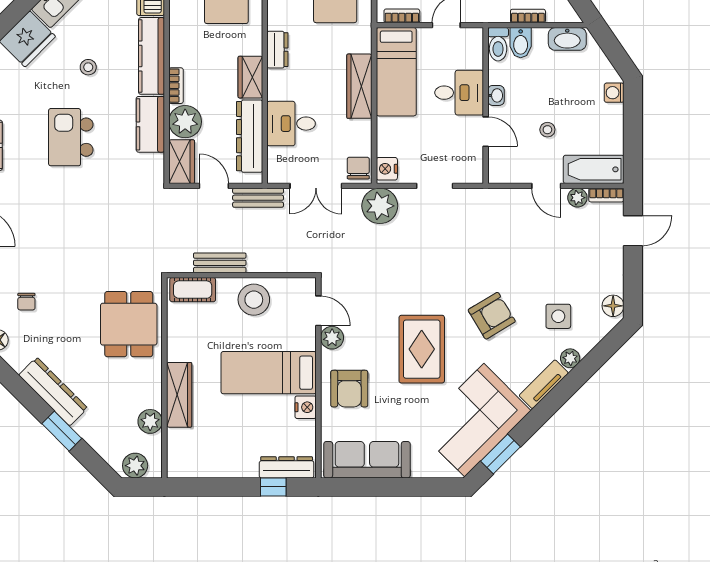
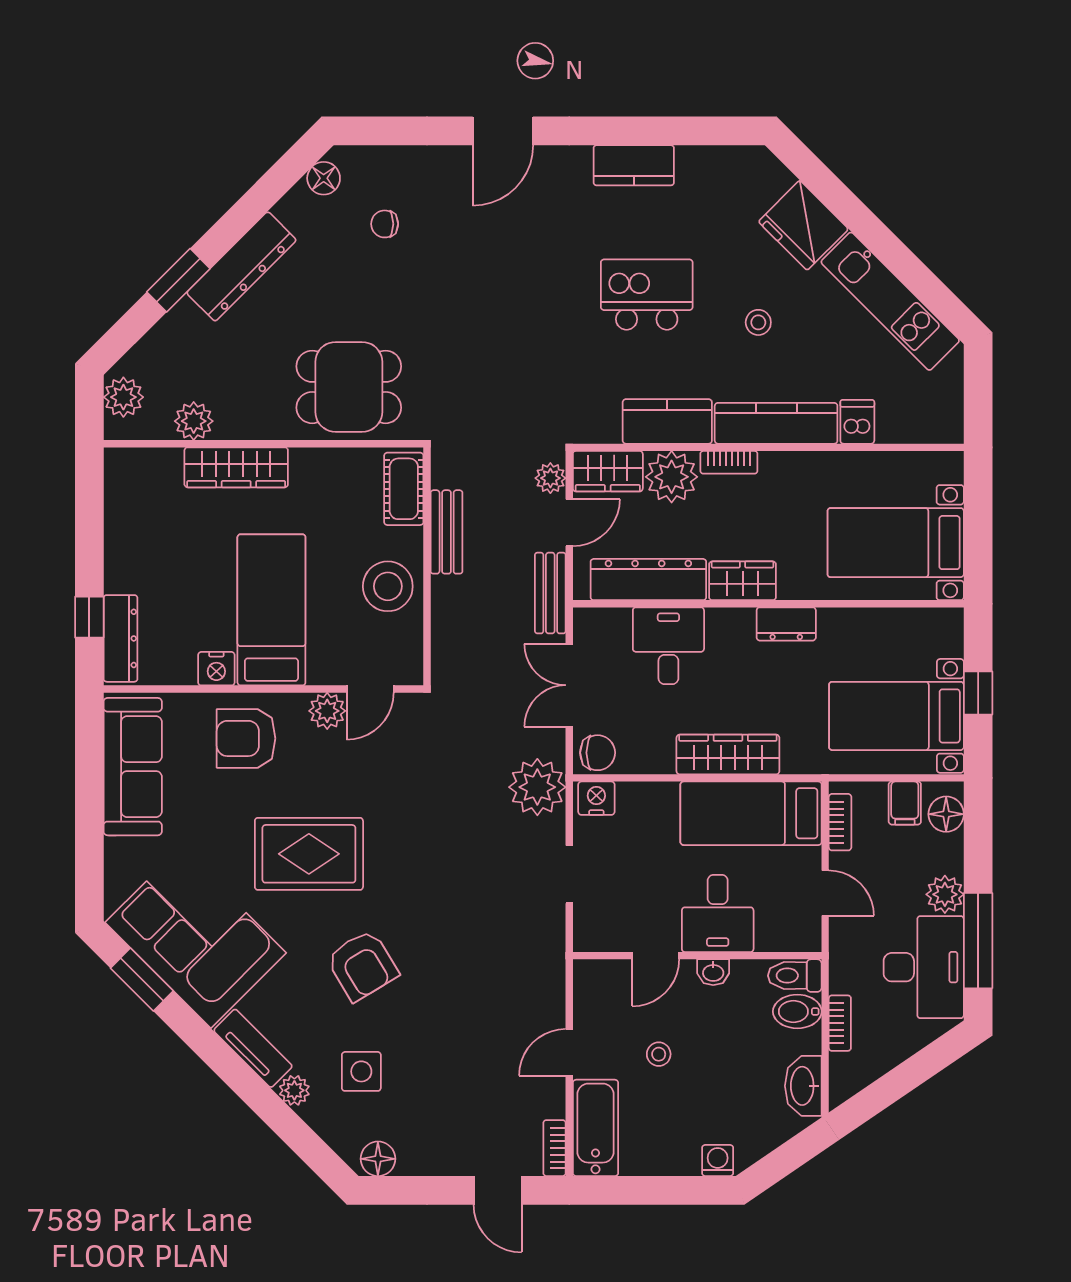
plant: (577, 198) -> (550, 478), moved

